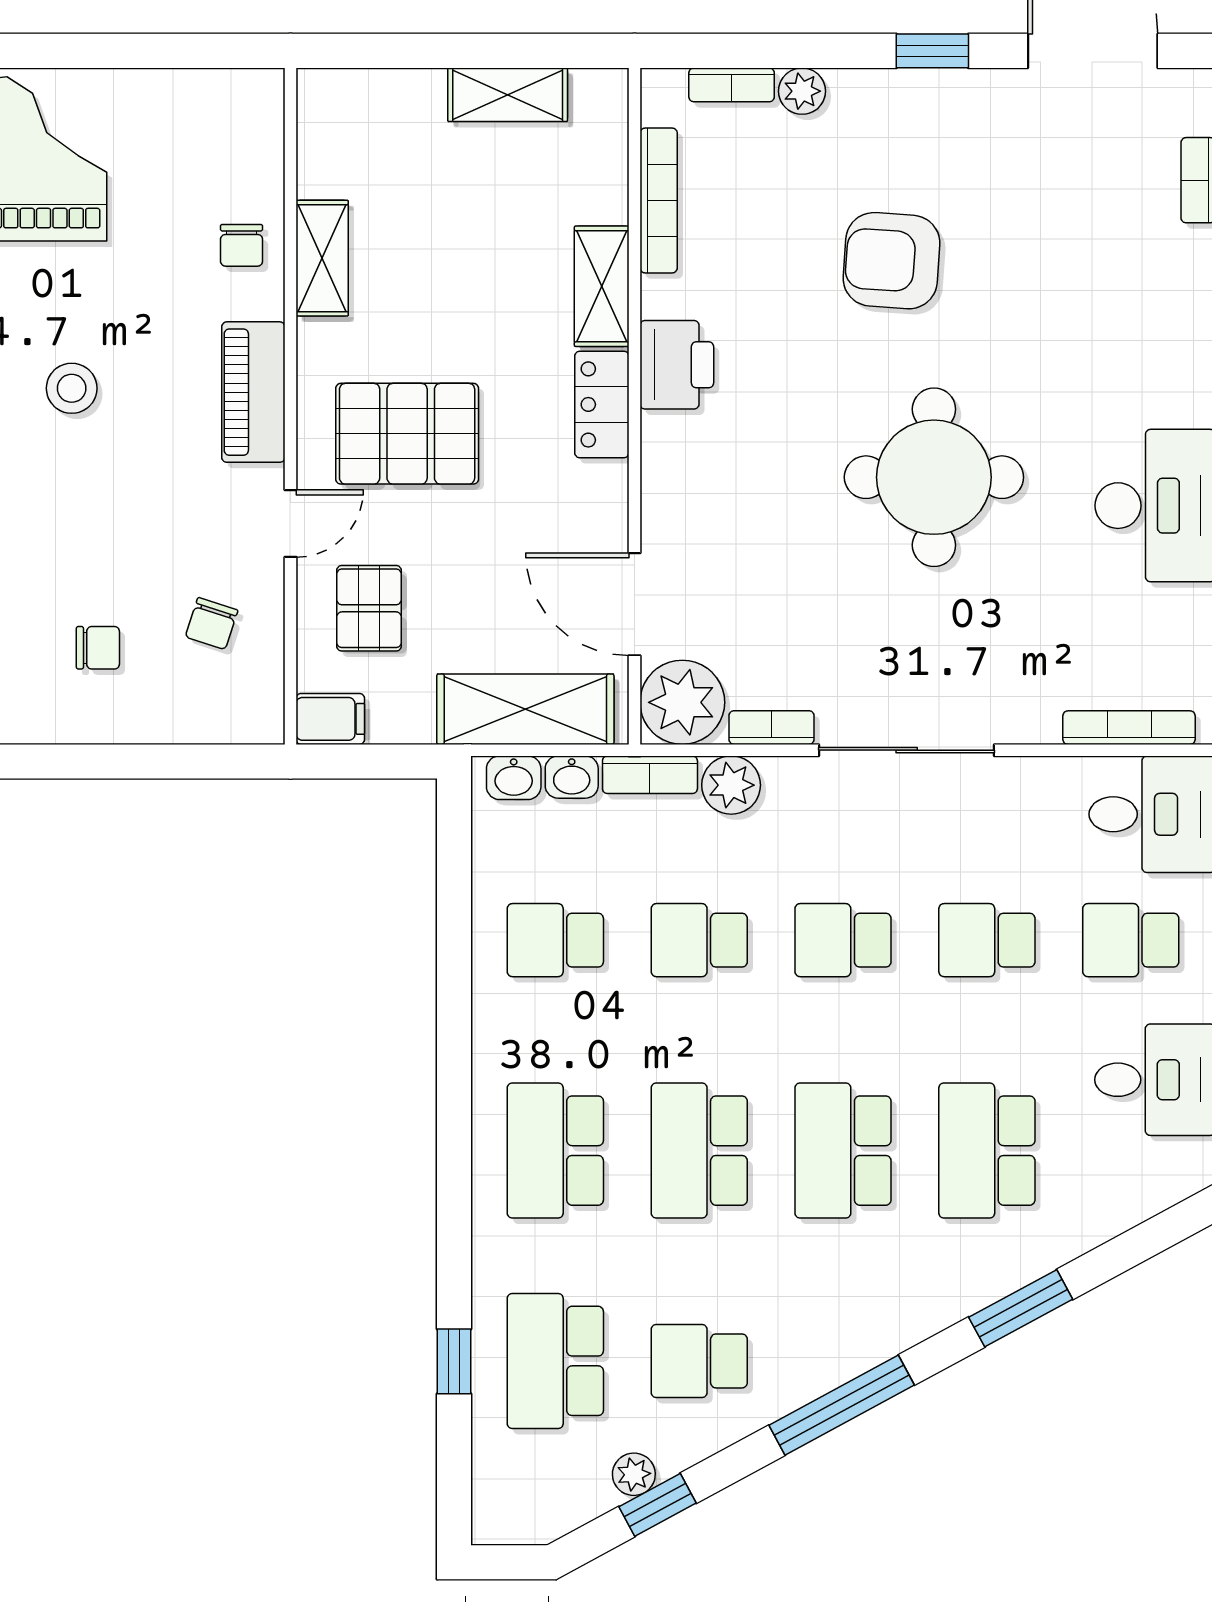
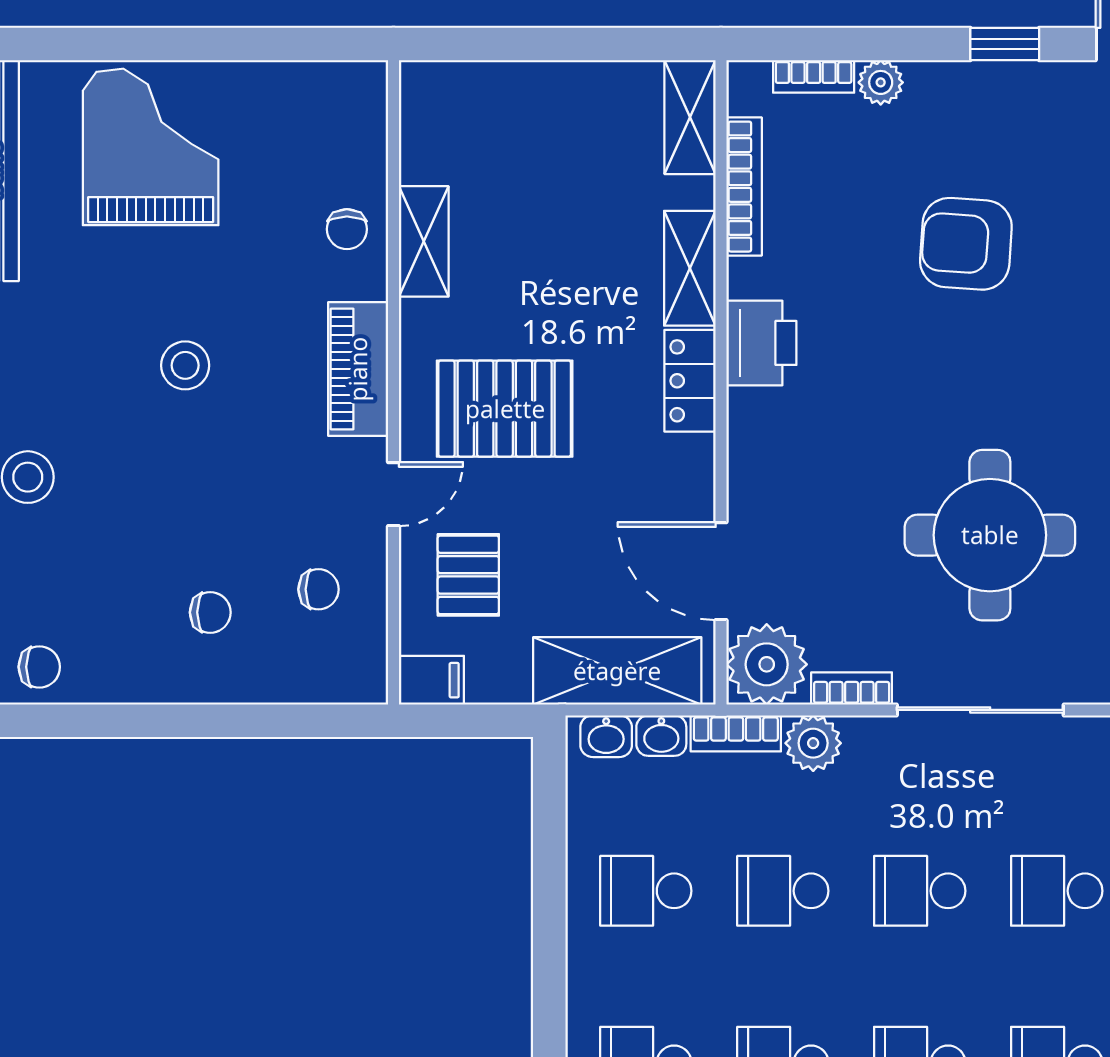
shelving: (508, 95) -> (690, 117), moved, turned 90
round table: (934, 477) -> (990, 535), moved
chair: (212, 623) -> (318, 589), turned -108

